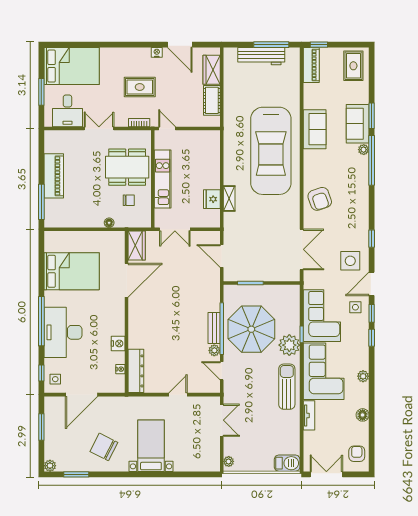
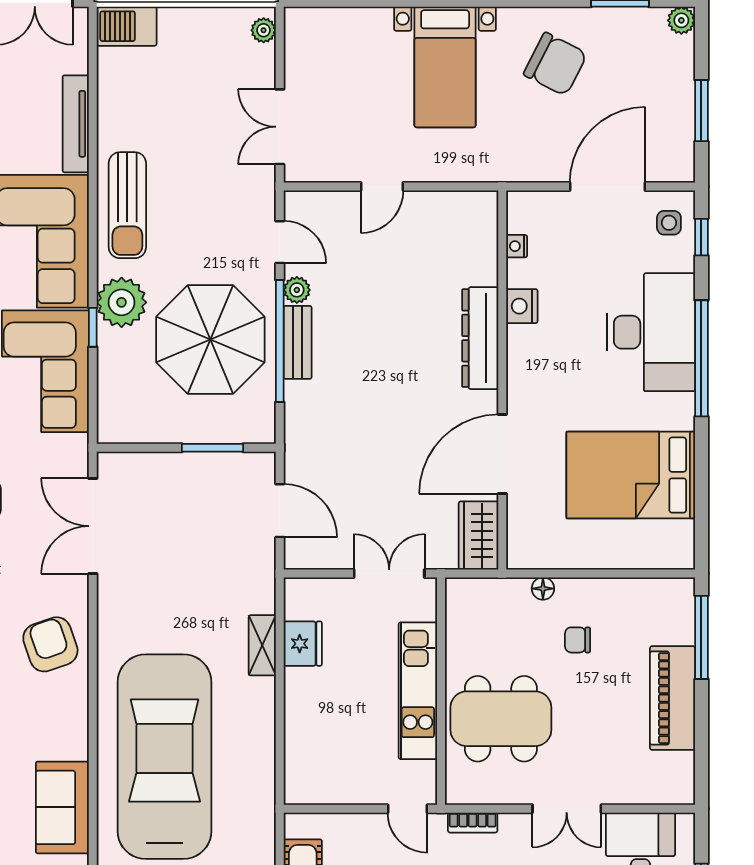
chair: (129, 200) -> (578, 640), moved
dresser: (136, 371) -> (480, 338), moved
tv unit: (309, 415) -> (76, 124), width x1.41

